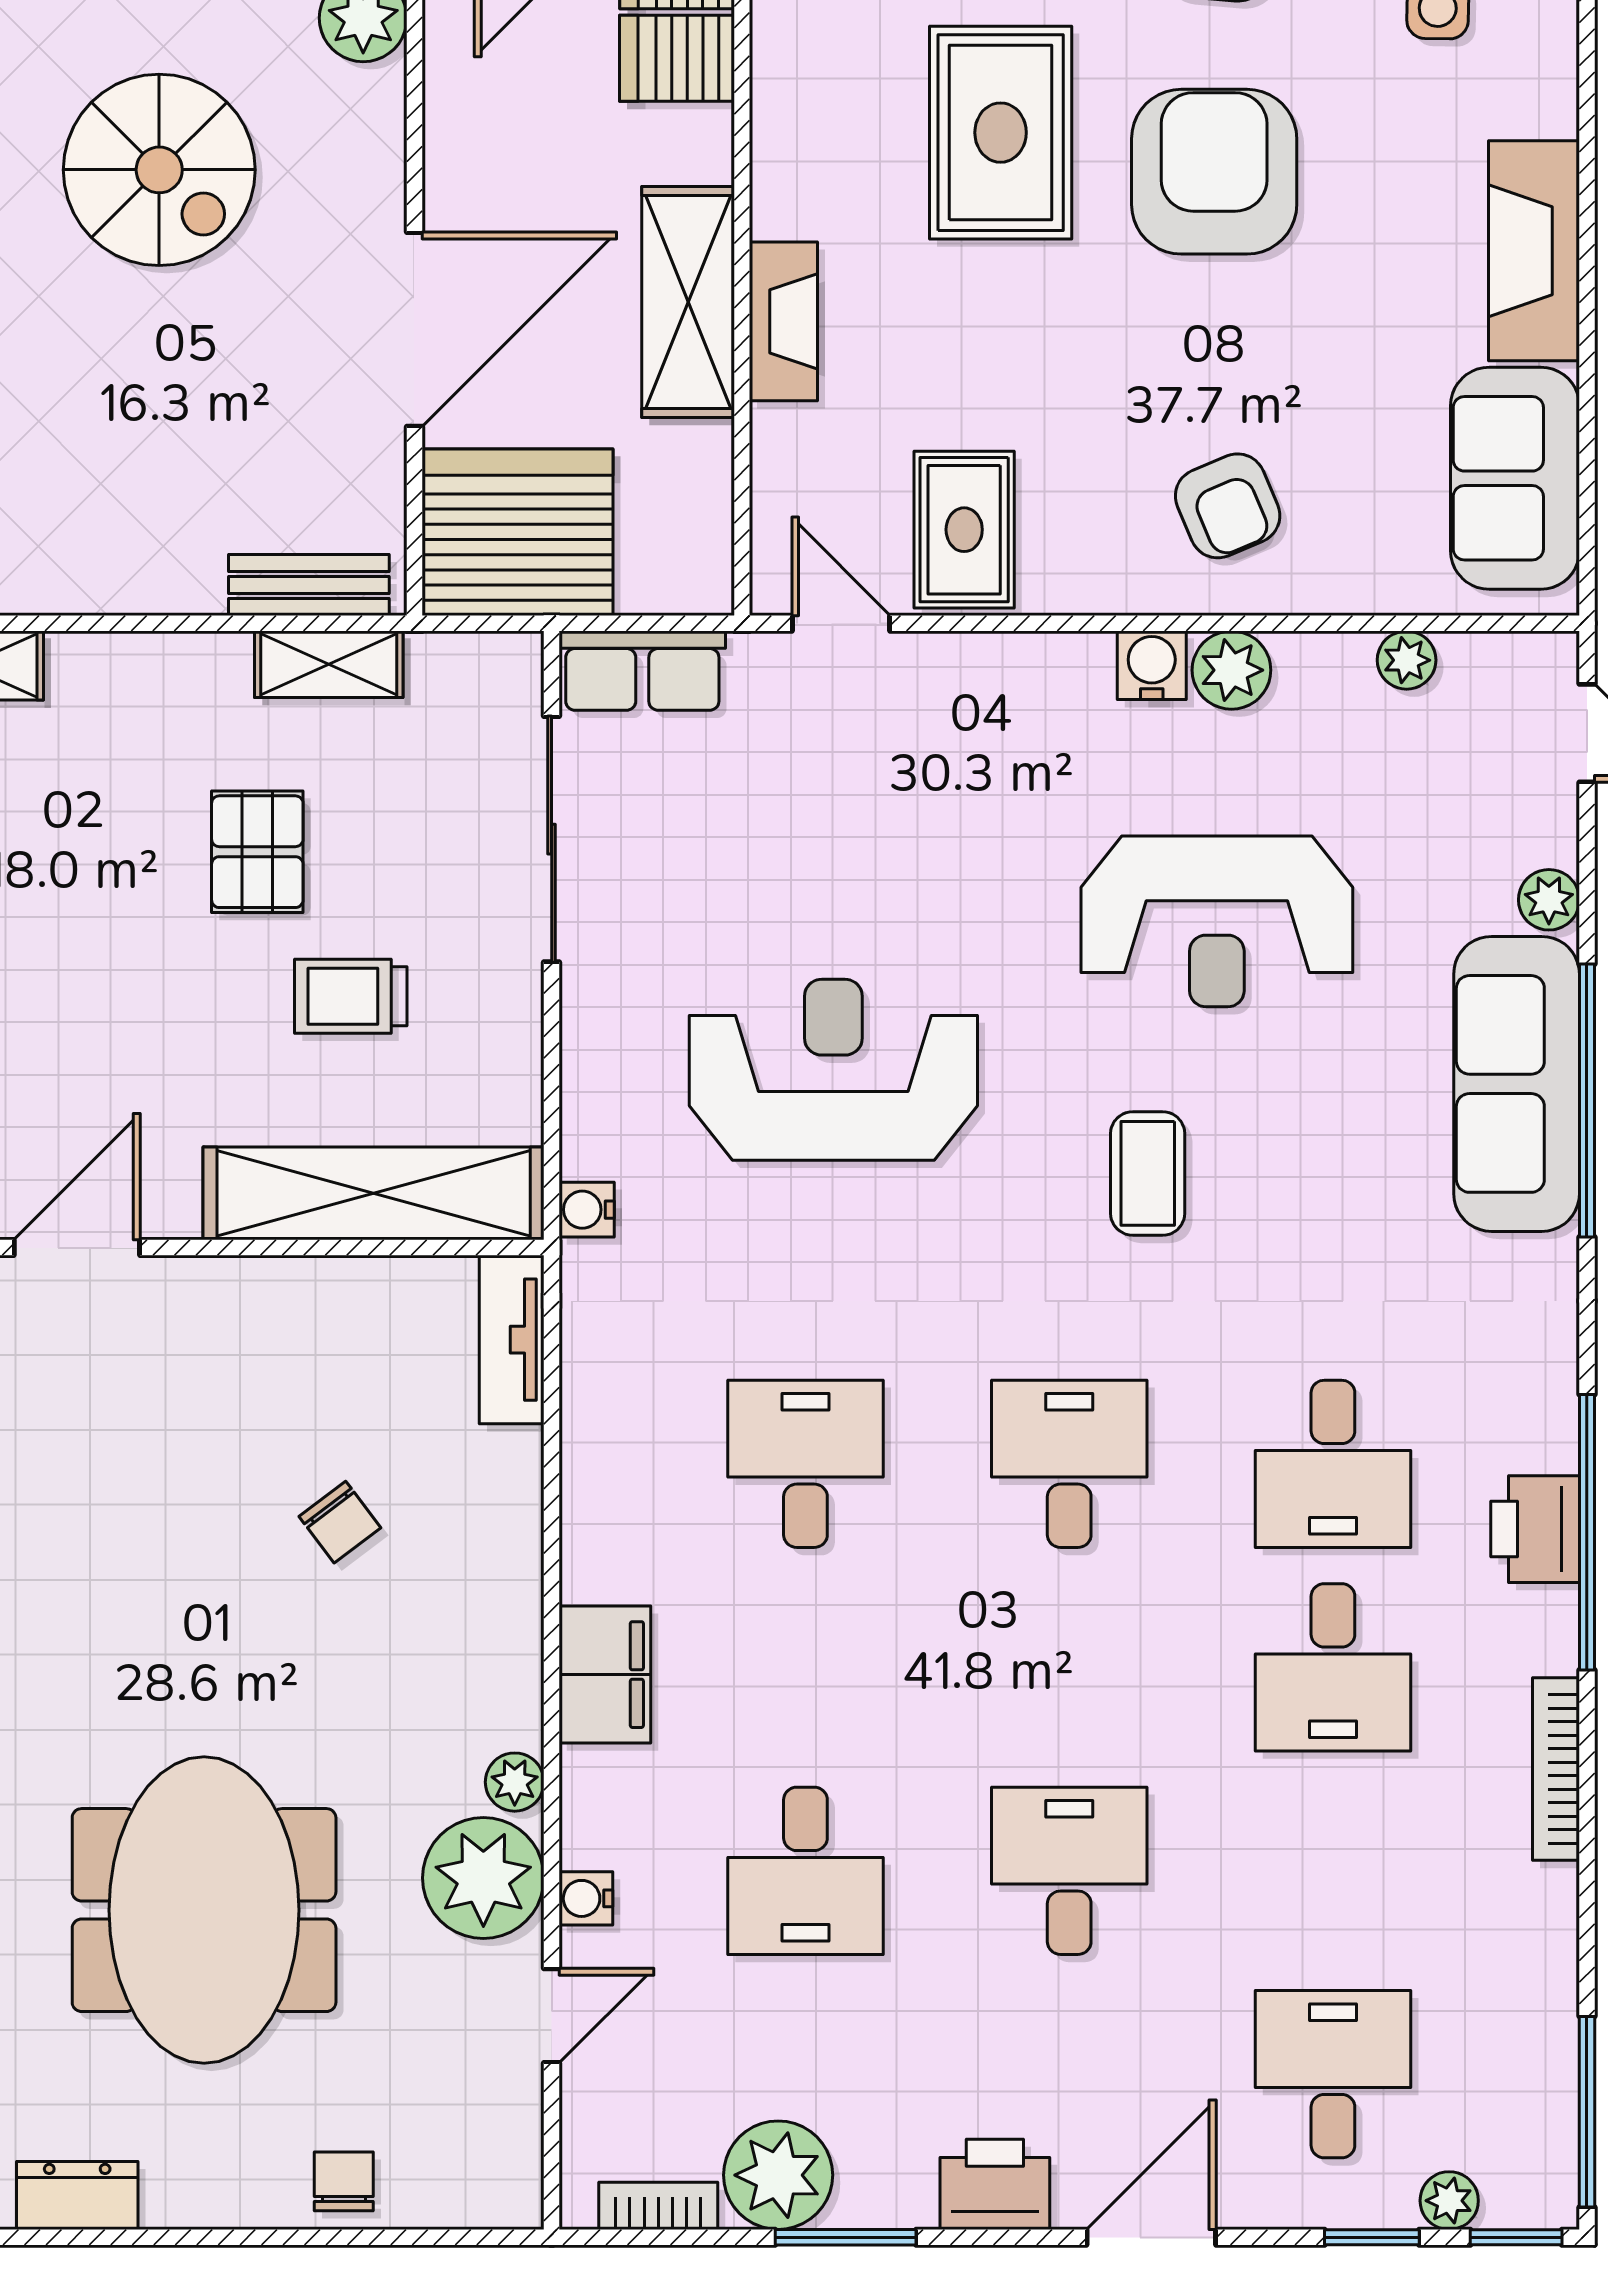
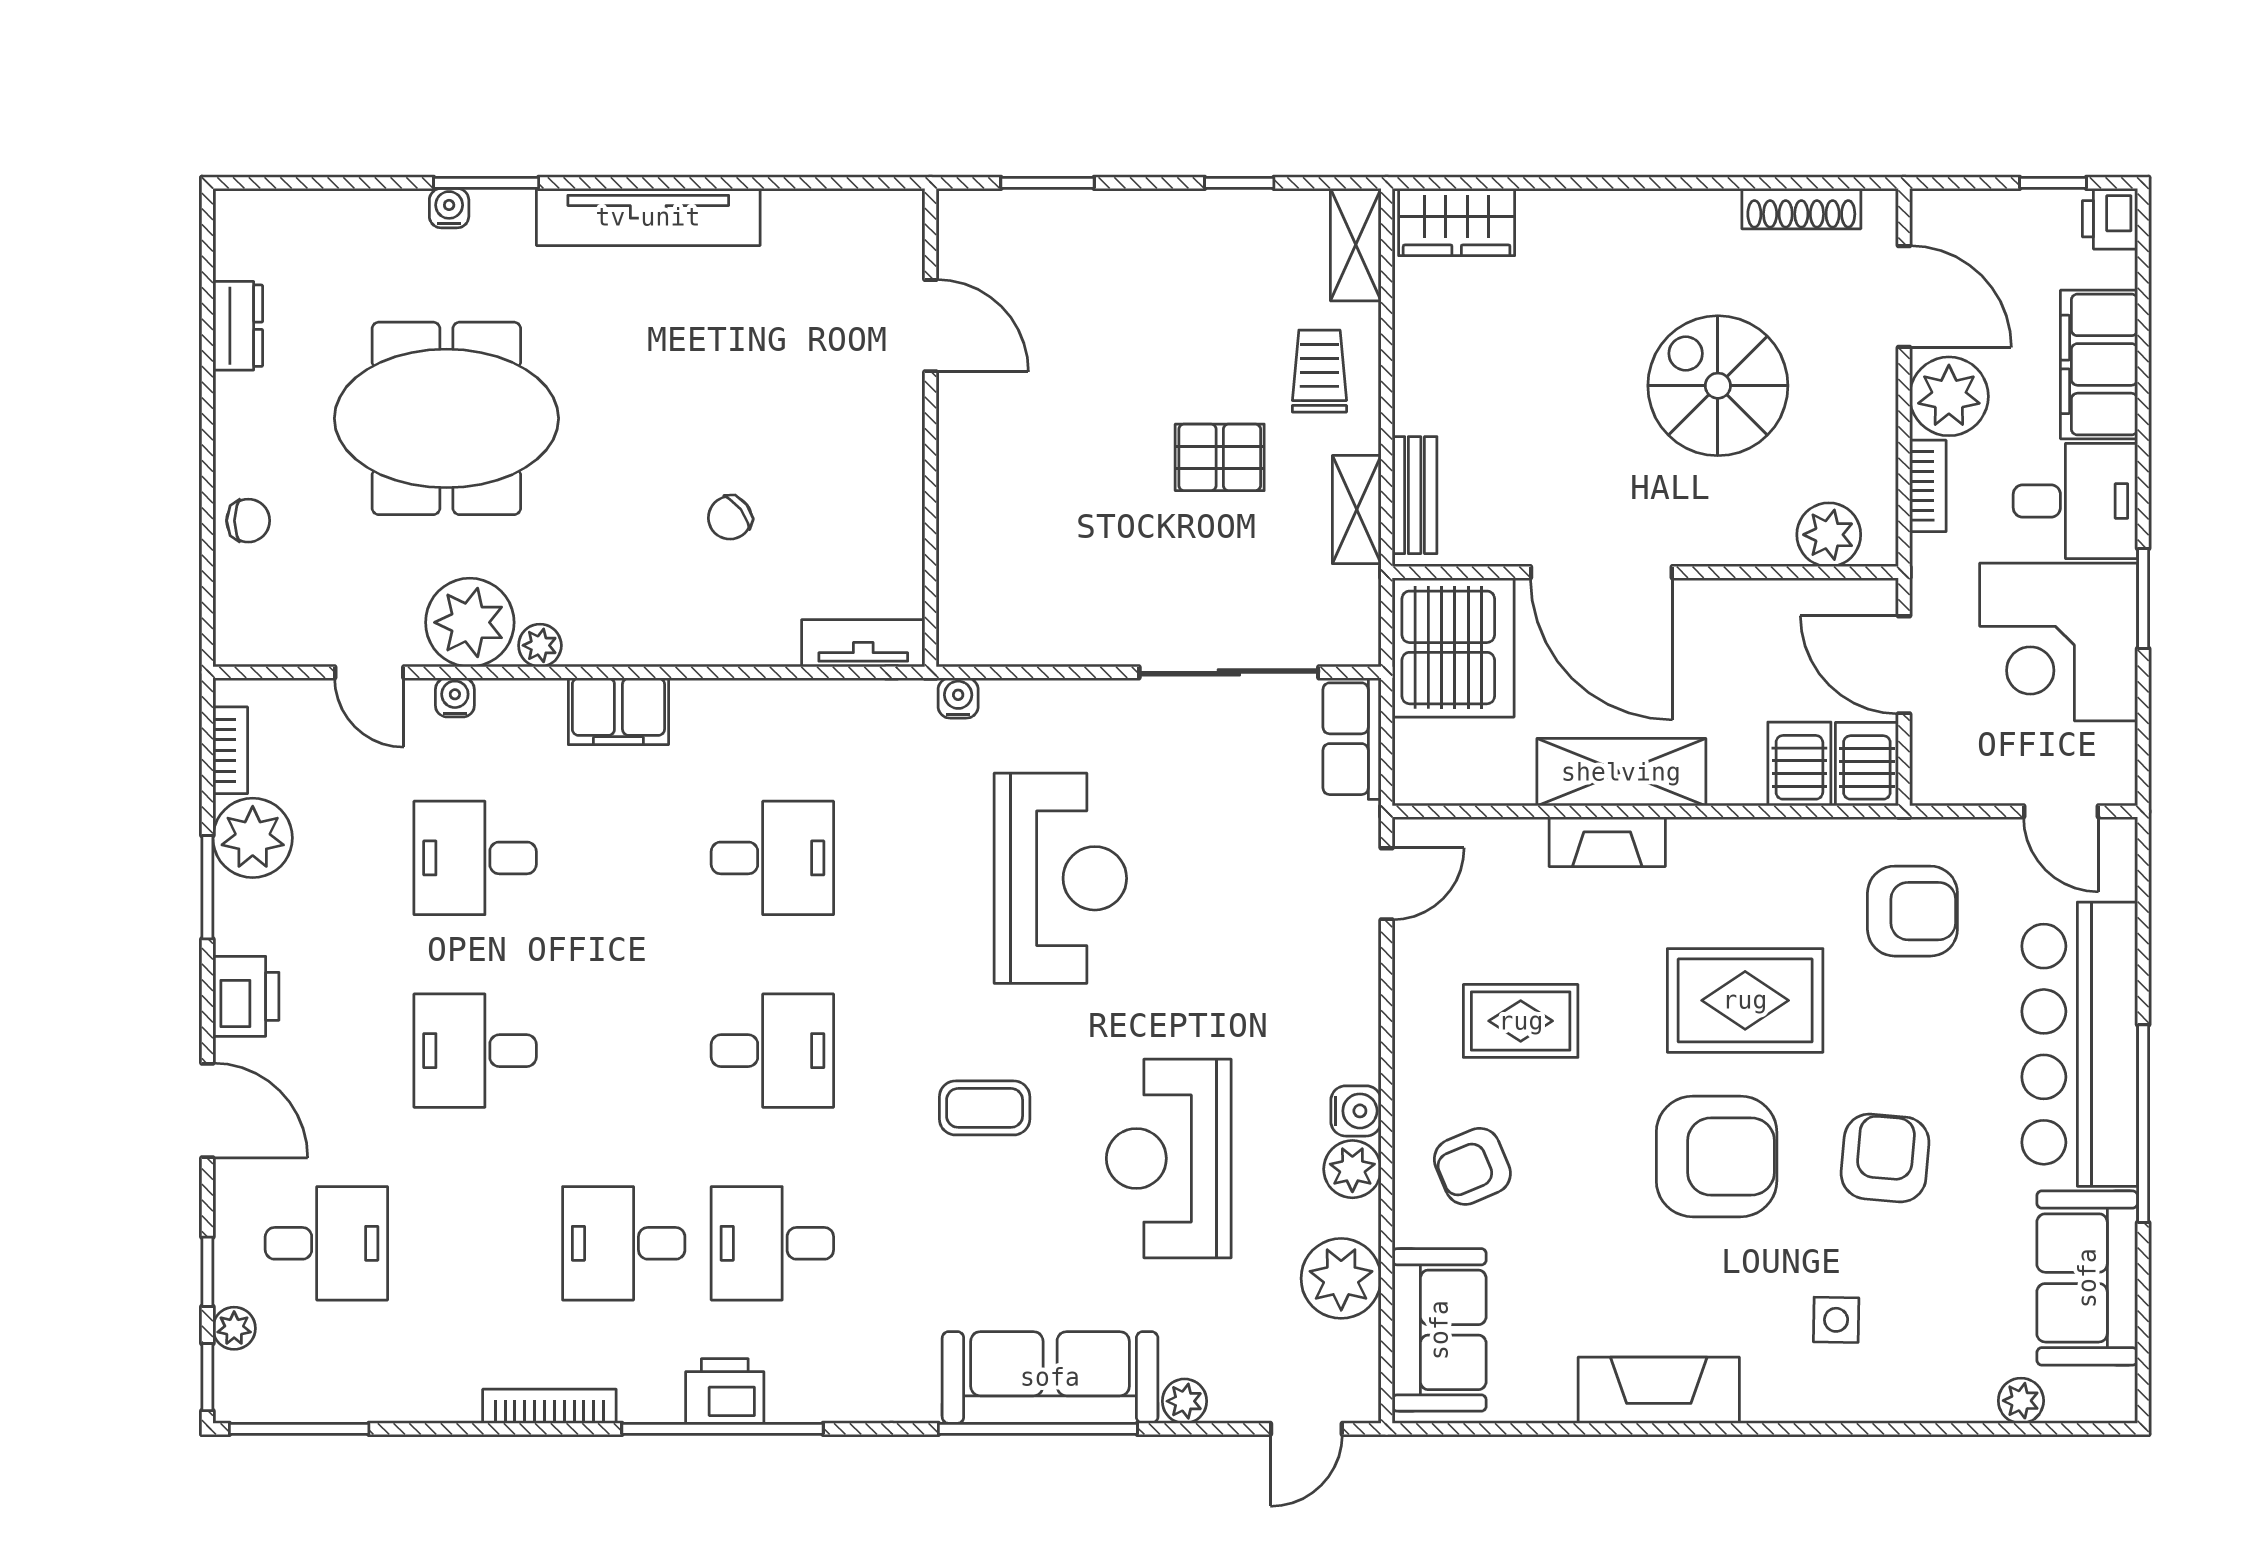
spiral stairs: (159, 170) -> (1718, 386), turned 90
sofa: (1515, 478) -> (1439, 1330), moved, turned 90
rug: (964, 530) -> (1521, 1021), moved
plant: (1407, 660) -> (1341, 1278), width x1.88, depth x1.88
trolley: (351, 996) -> (1319, 371), moved
shelving: (374, 1193) -> (970, 542), removed
desk: (1069, 1871) -> (475, 1051), turned 180

